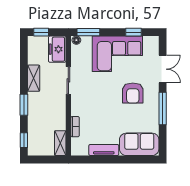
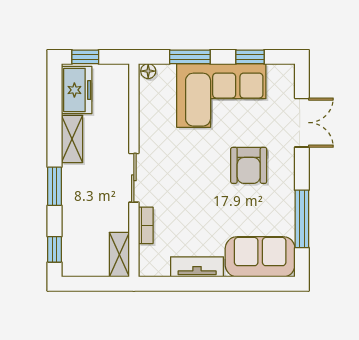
window: (88, 32) -> (190, 57), moved
freezer: (57, 49) -> (77, 90), moved, turned 180
sliding door: (68, 80) -> (134, 178), moved
window: (163, 108) -> (302, 219), moved

